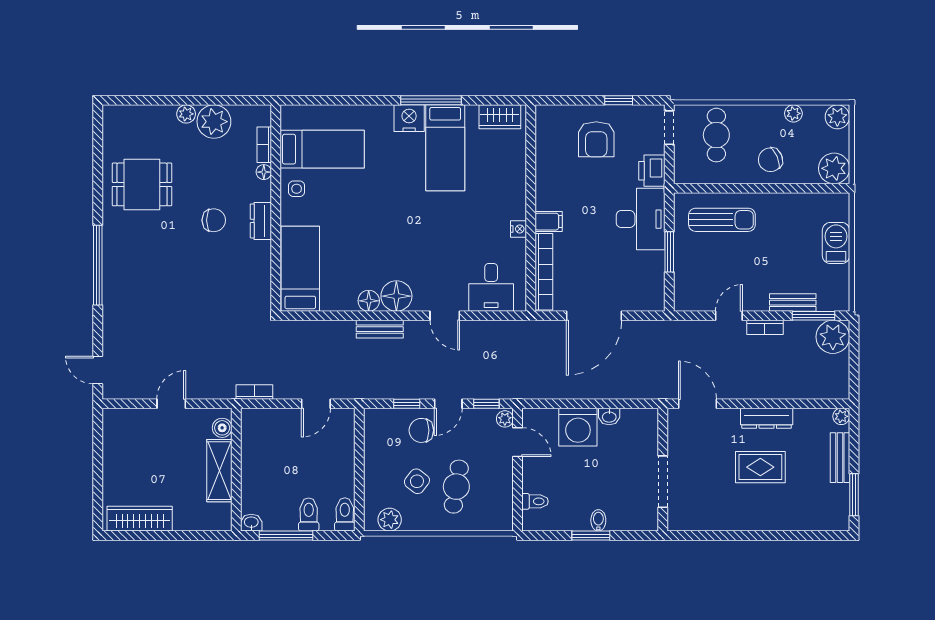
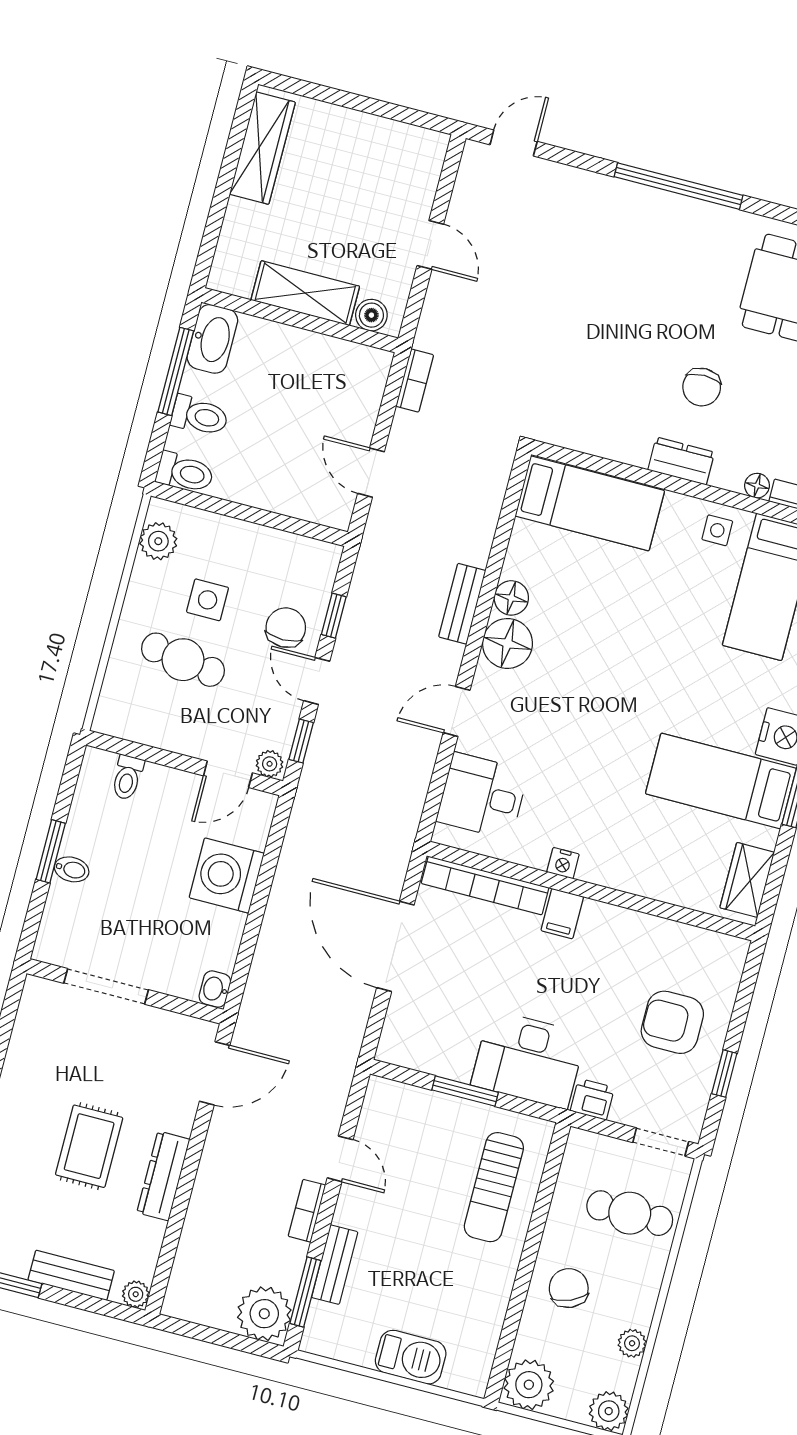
printer: (652, 171) -> (592, 1099), width x0.73, depth x0.81
washbasin: (609, 417) -> (215, 989), moved
side table: (417, 481) -> (208, 600), turned -38
washbasin: (251, 523) -> (212, 339), width x1.91, depth x1.45

